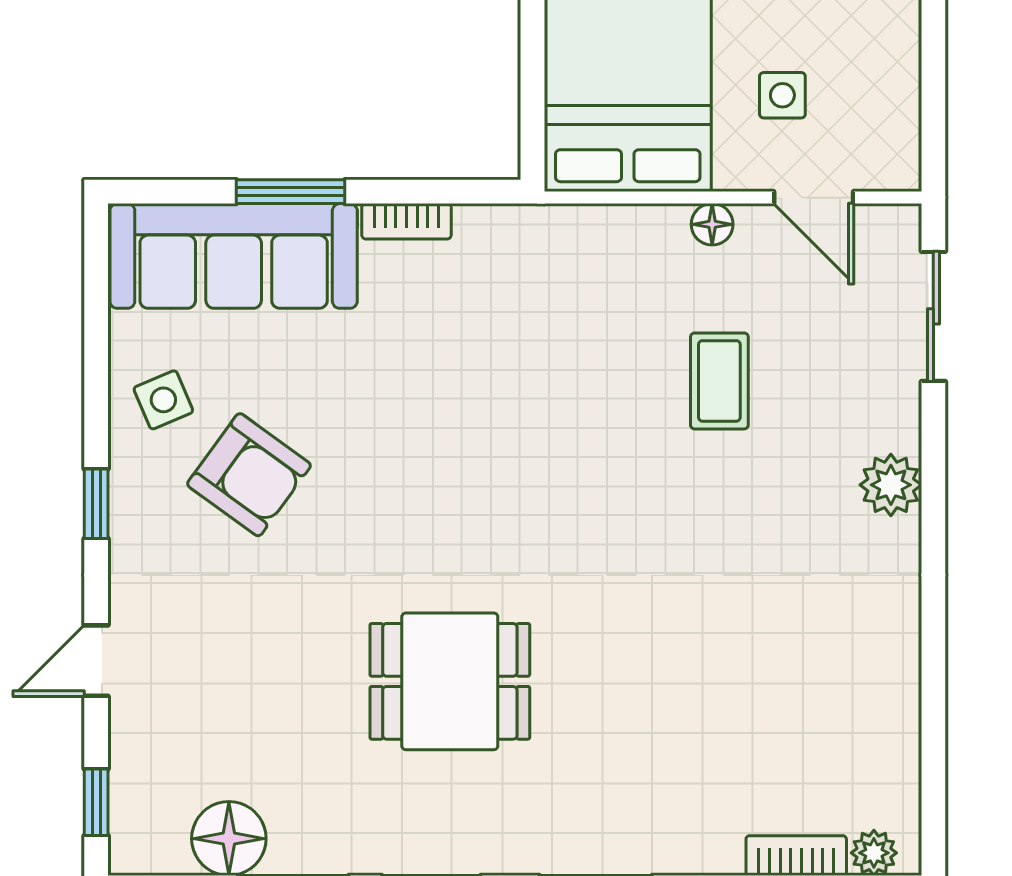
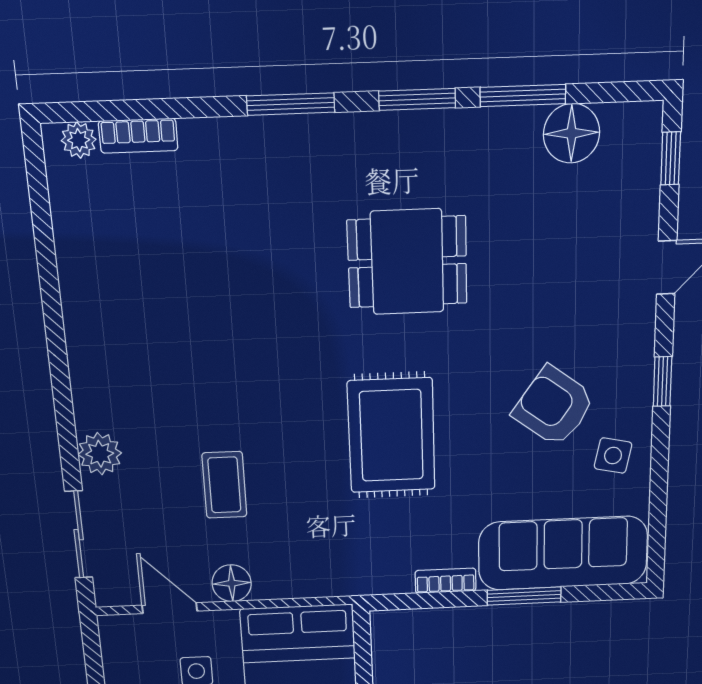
floor lamp: (712, 224) -> (232, 583), width x1.37, depth x1.37
side table: (163, 400) -> (613, 456), turned 35
rug: (479, 443) -> (391, 436), added
plant: (891, 485) -> (100, 454), moved

